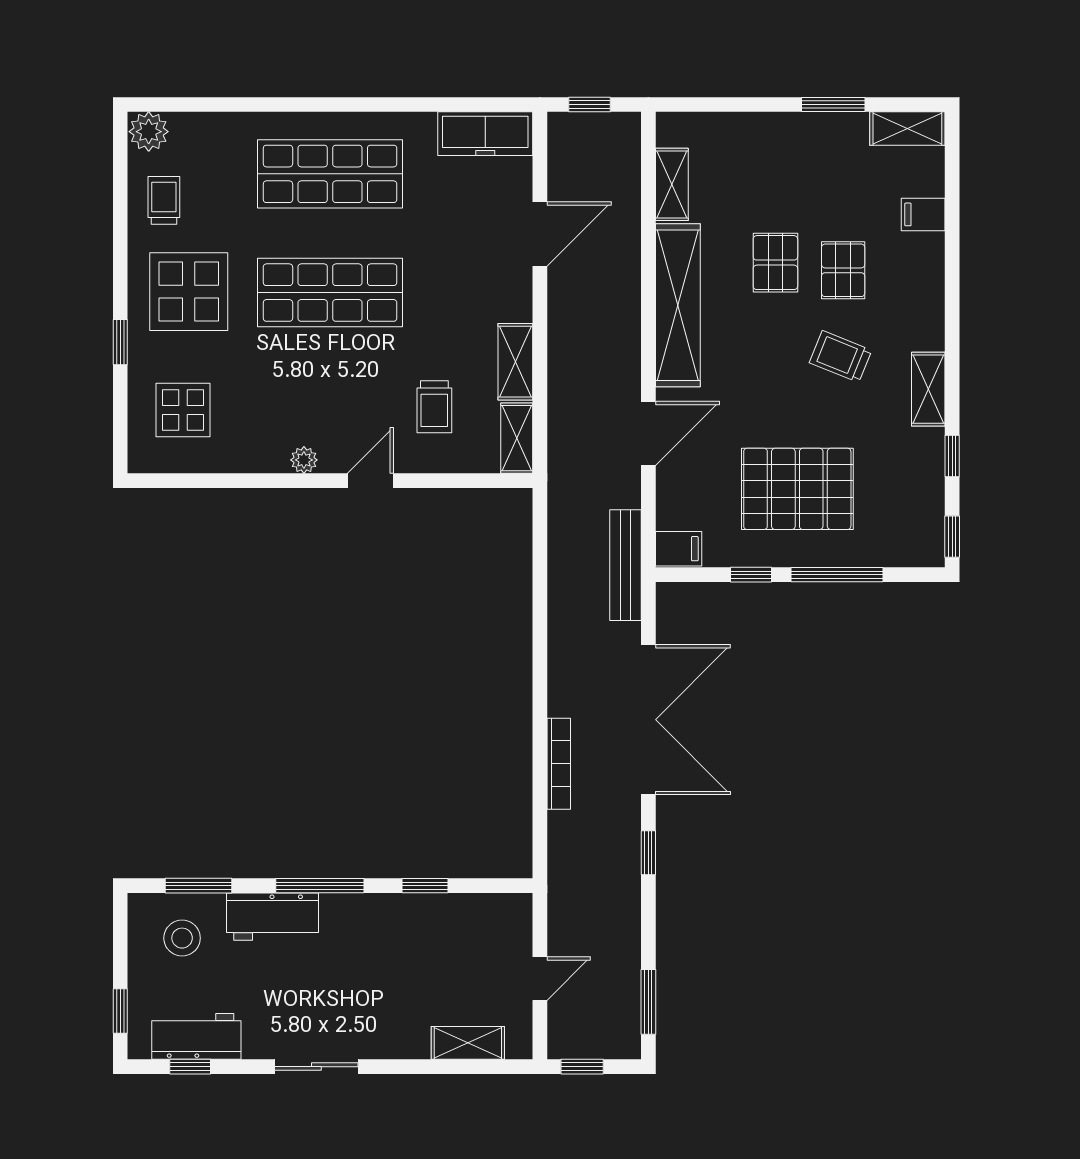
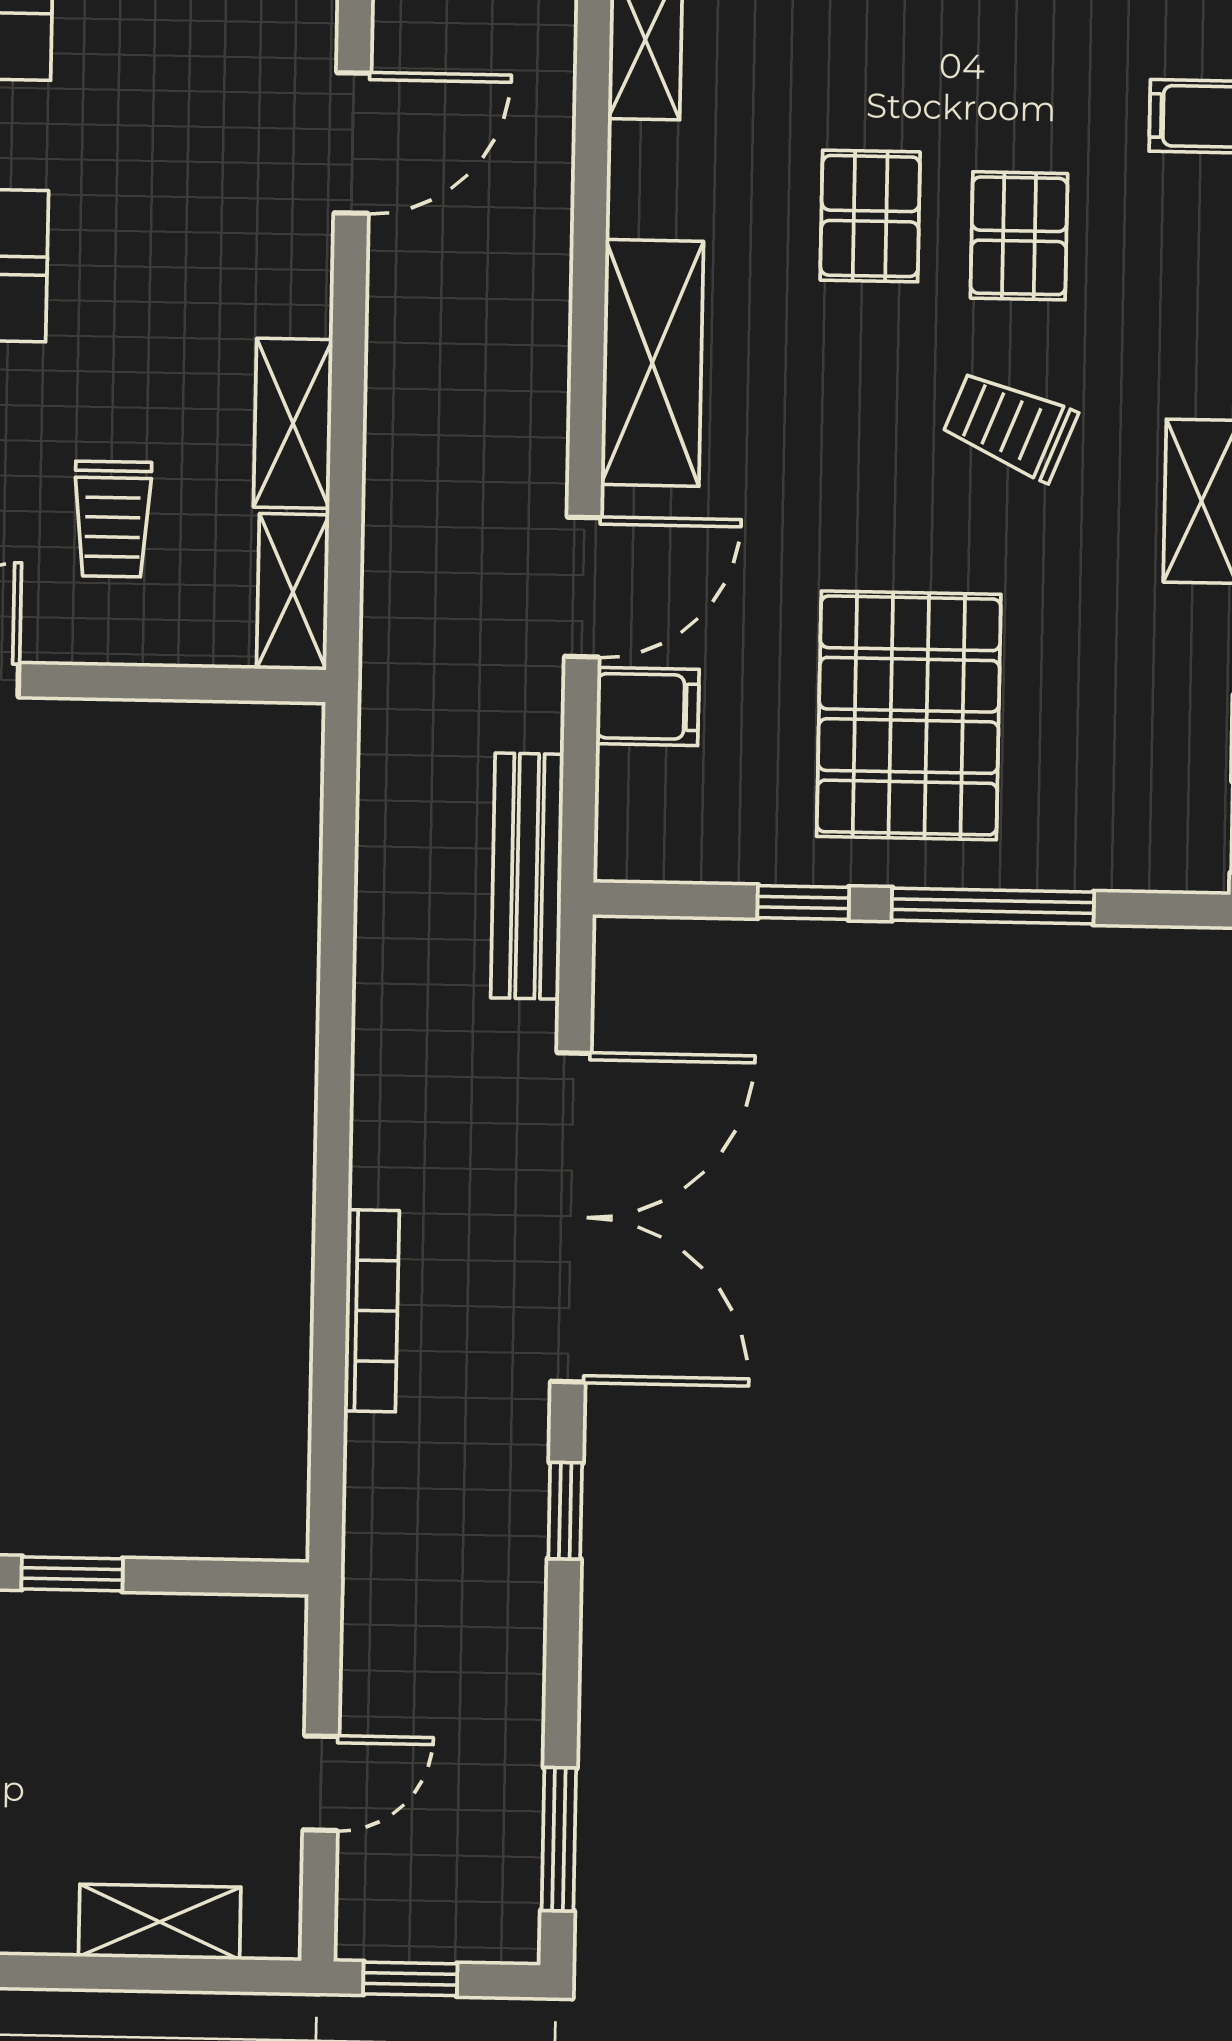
shelving: (678, 305) -> (652, 363), width x0.68
pallet: (797, 489) -> (909, 715), turned 90
filing cabinet: (679, 549) -> (648, 706), moved

